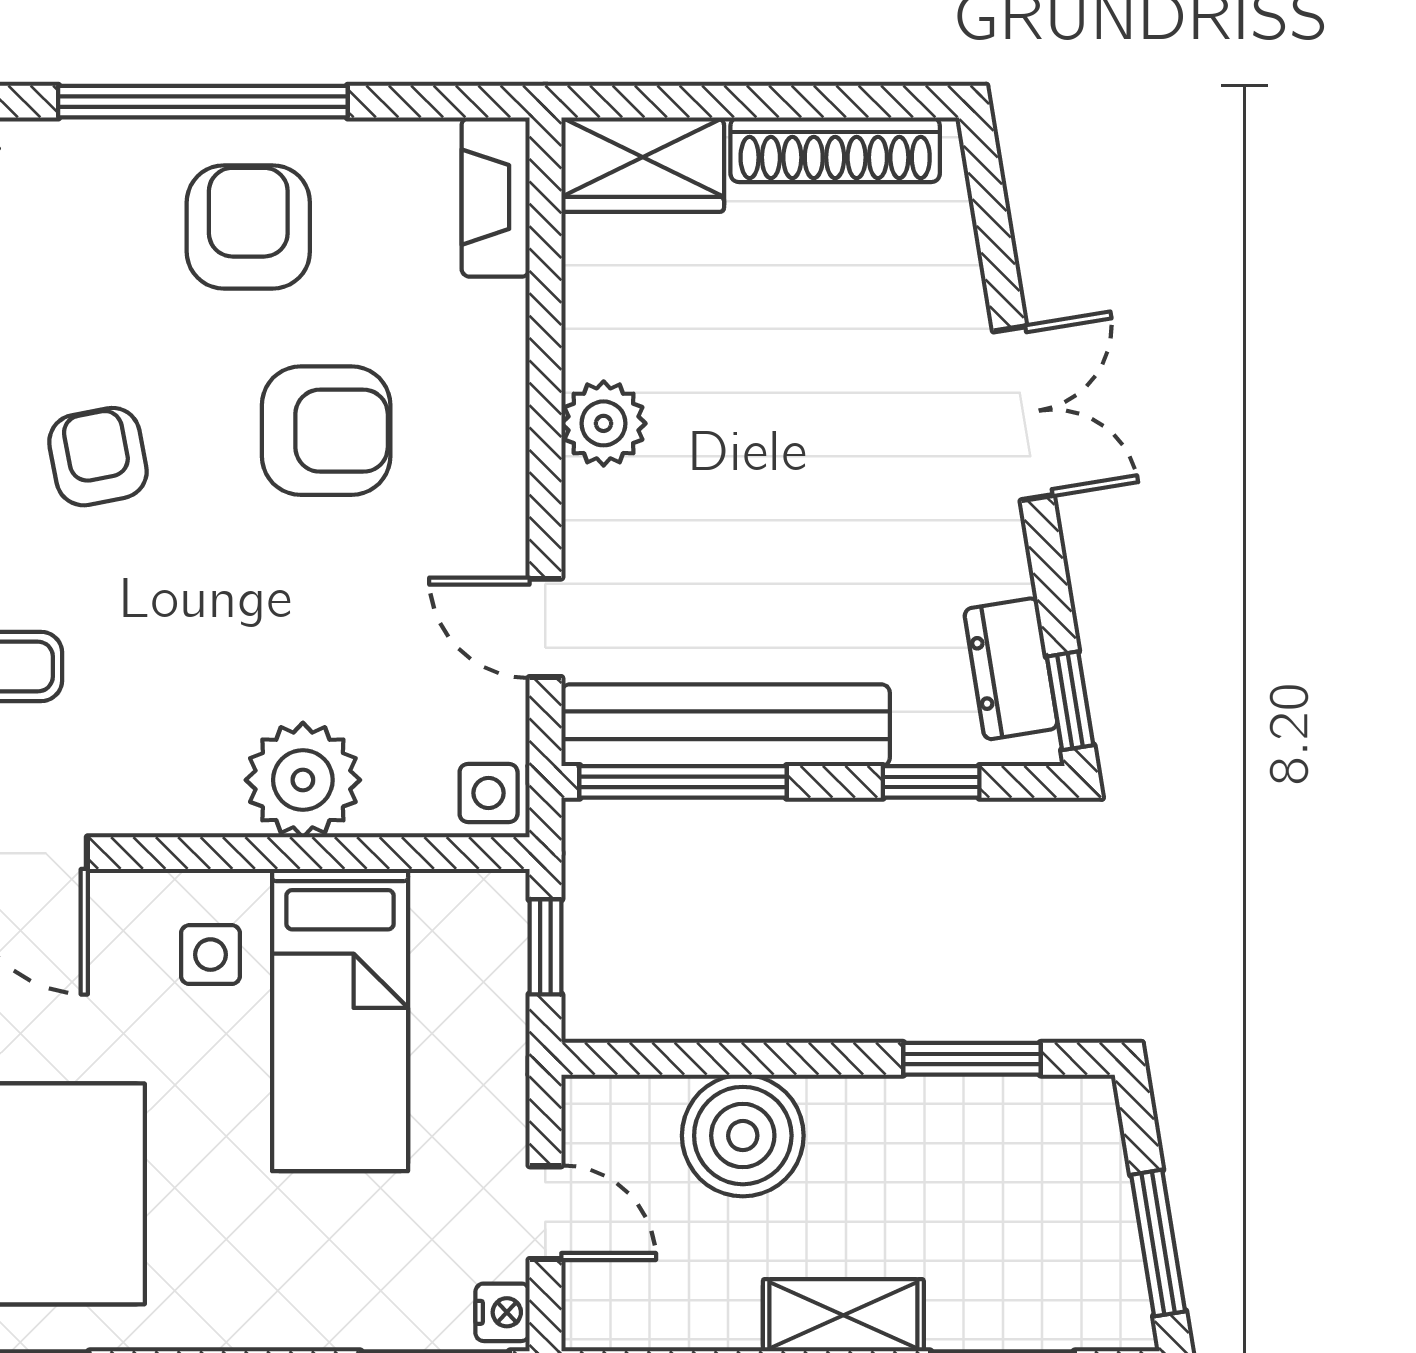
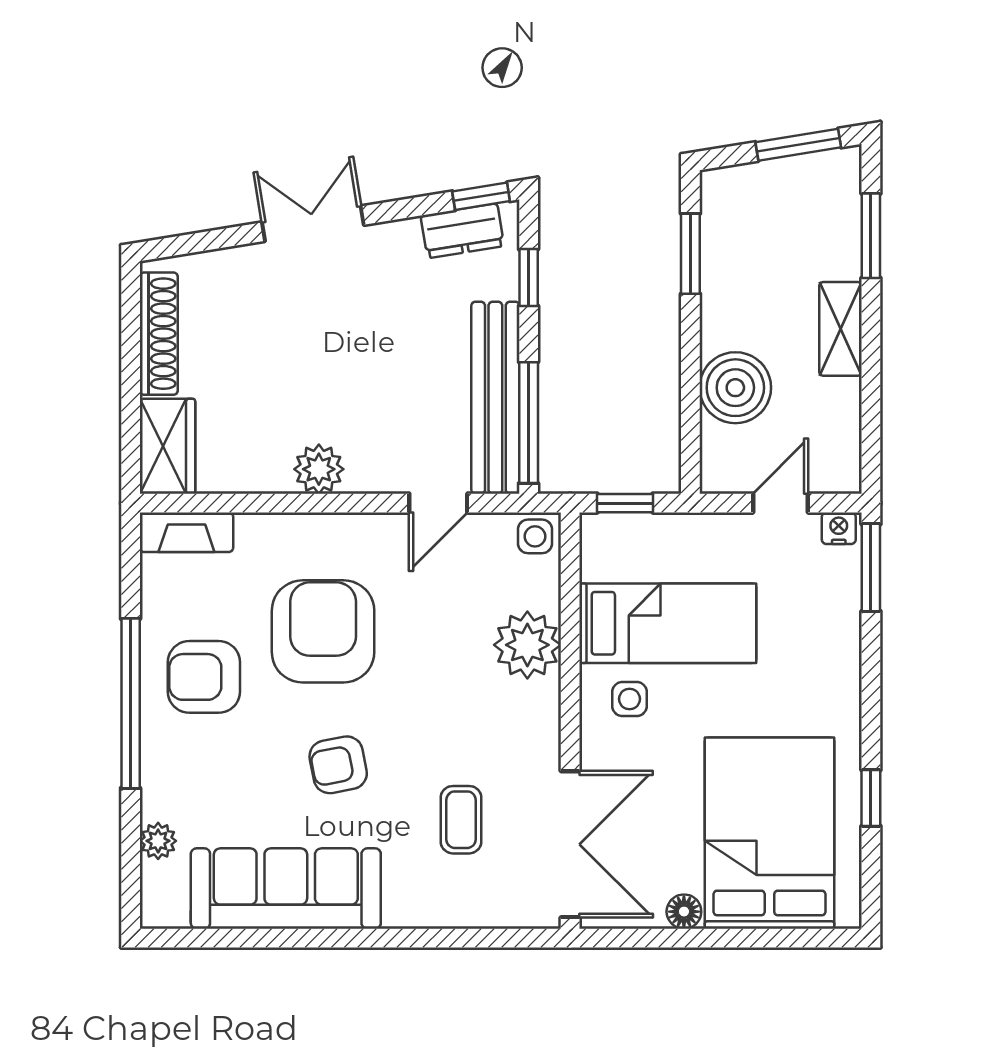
armchair: (326, 431) -> (323, 631), width x1.36, depth x1.36

